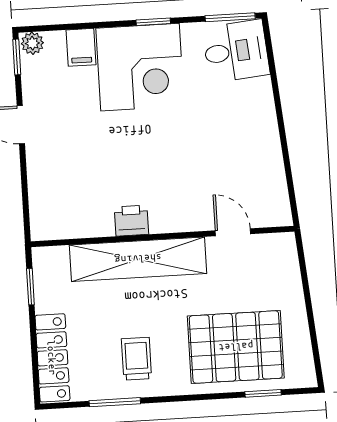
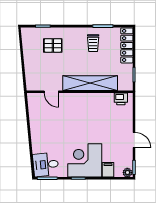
printer: (131, 221) -> (121, 99), moved
pallet: (236, 347) -> (53, 45), width x0.49, depth x0.50

